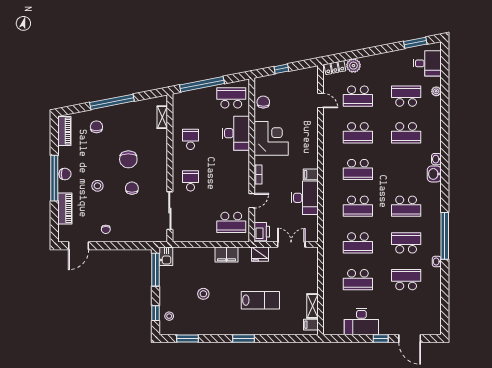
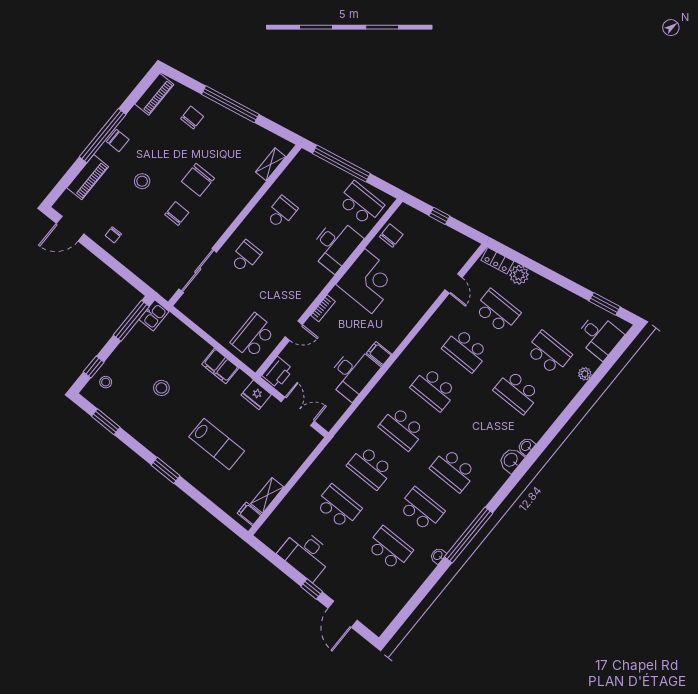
school desk: (358, 96) -> (497, 311), turned 180
school desk: (231, 222) -> (253, 336), turned 90
school desk: (358, 280) -> (338, 507), turned 180

